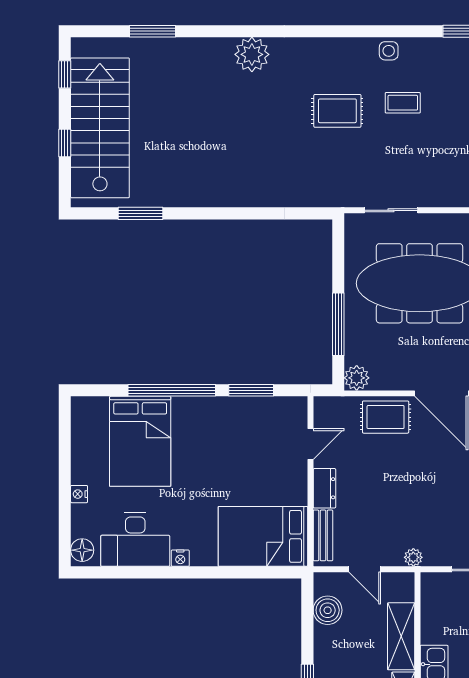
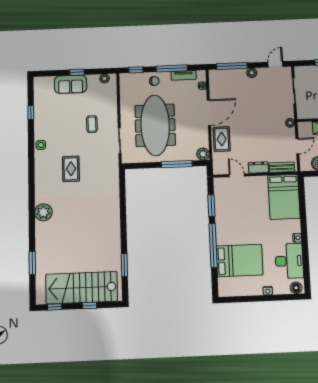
coffee table: (403, 103) -> (92, 124), moved

